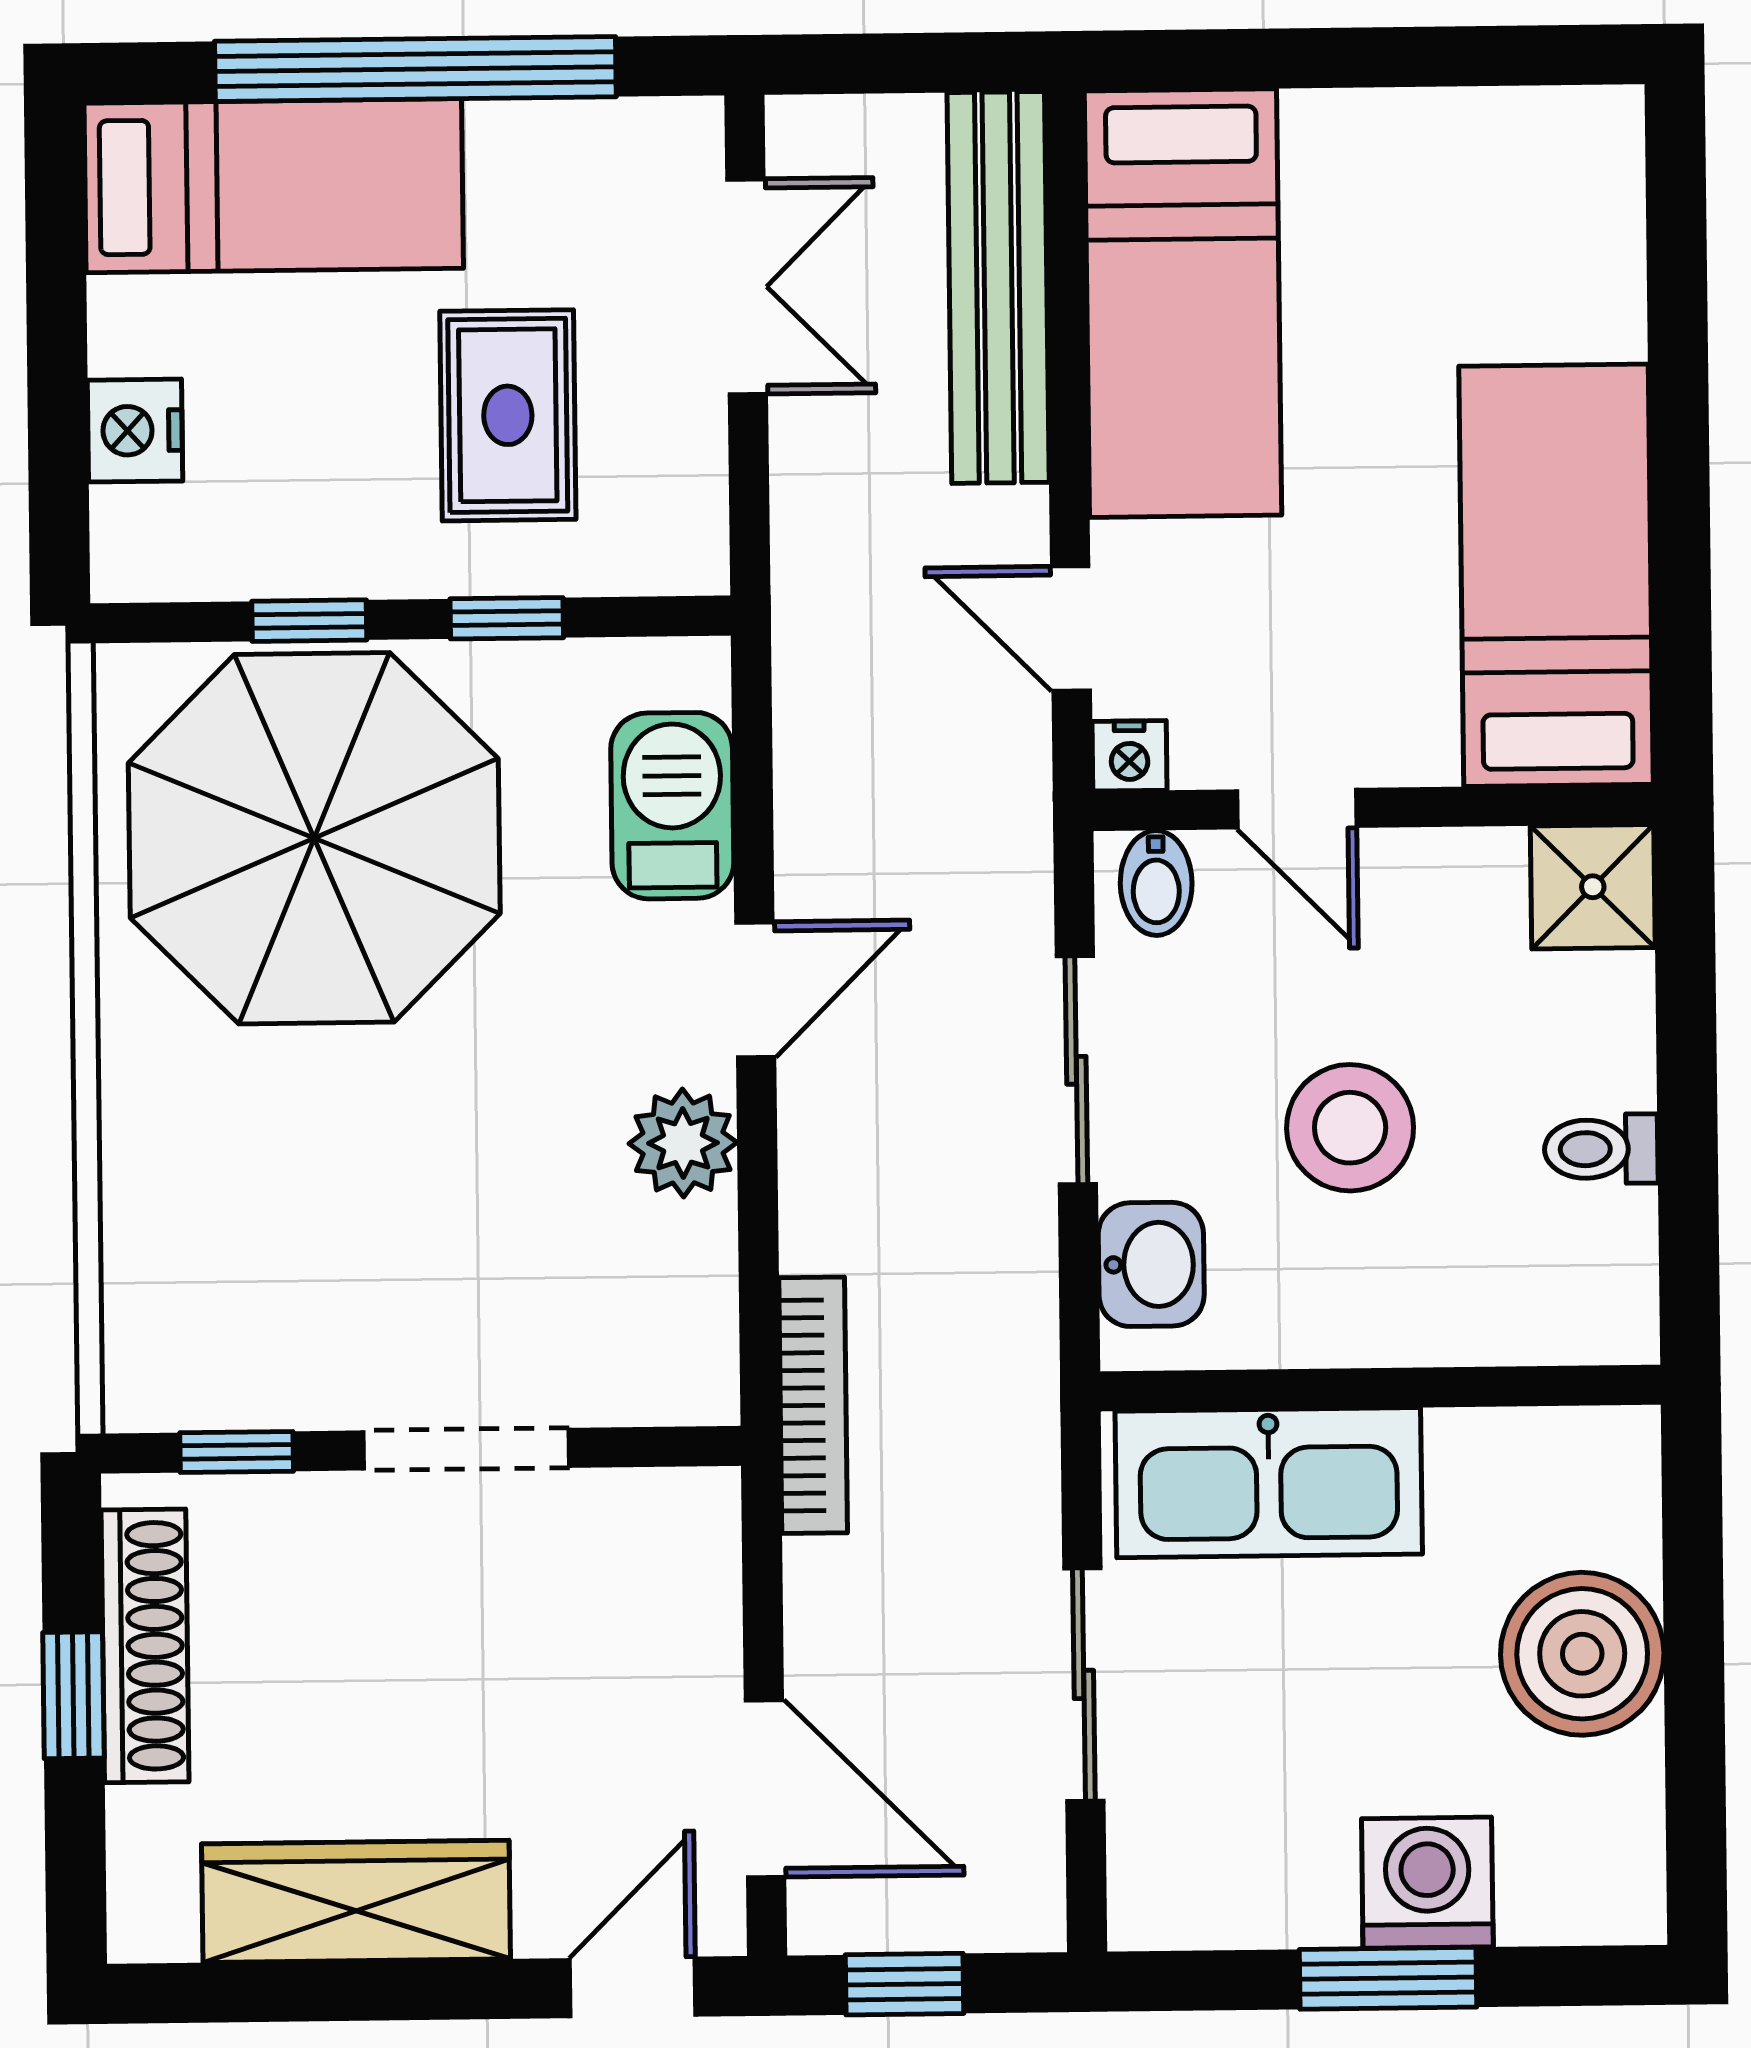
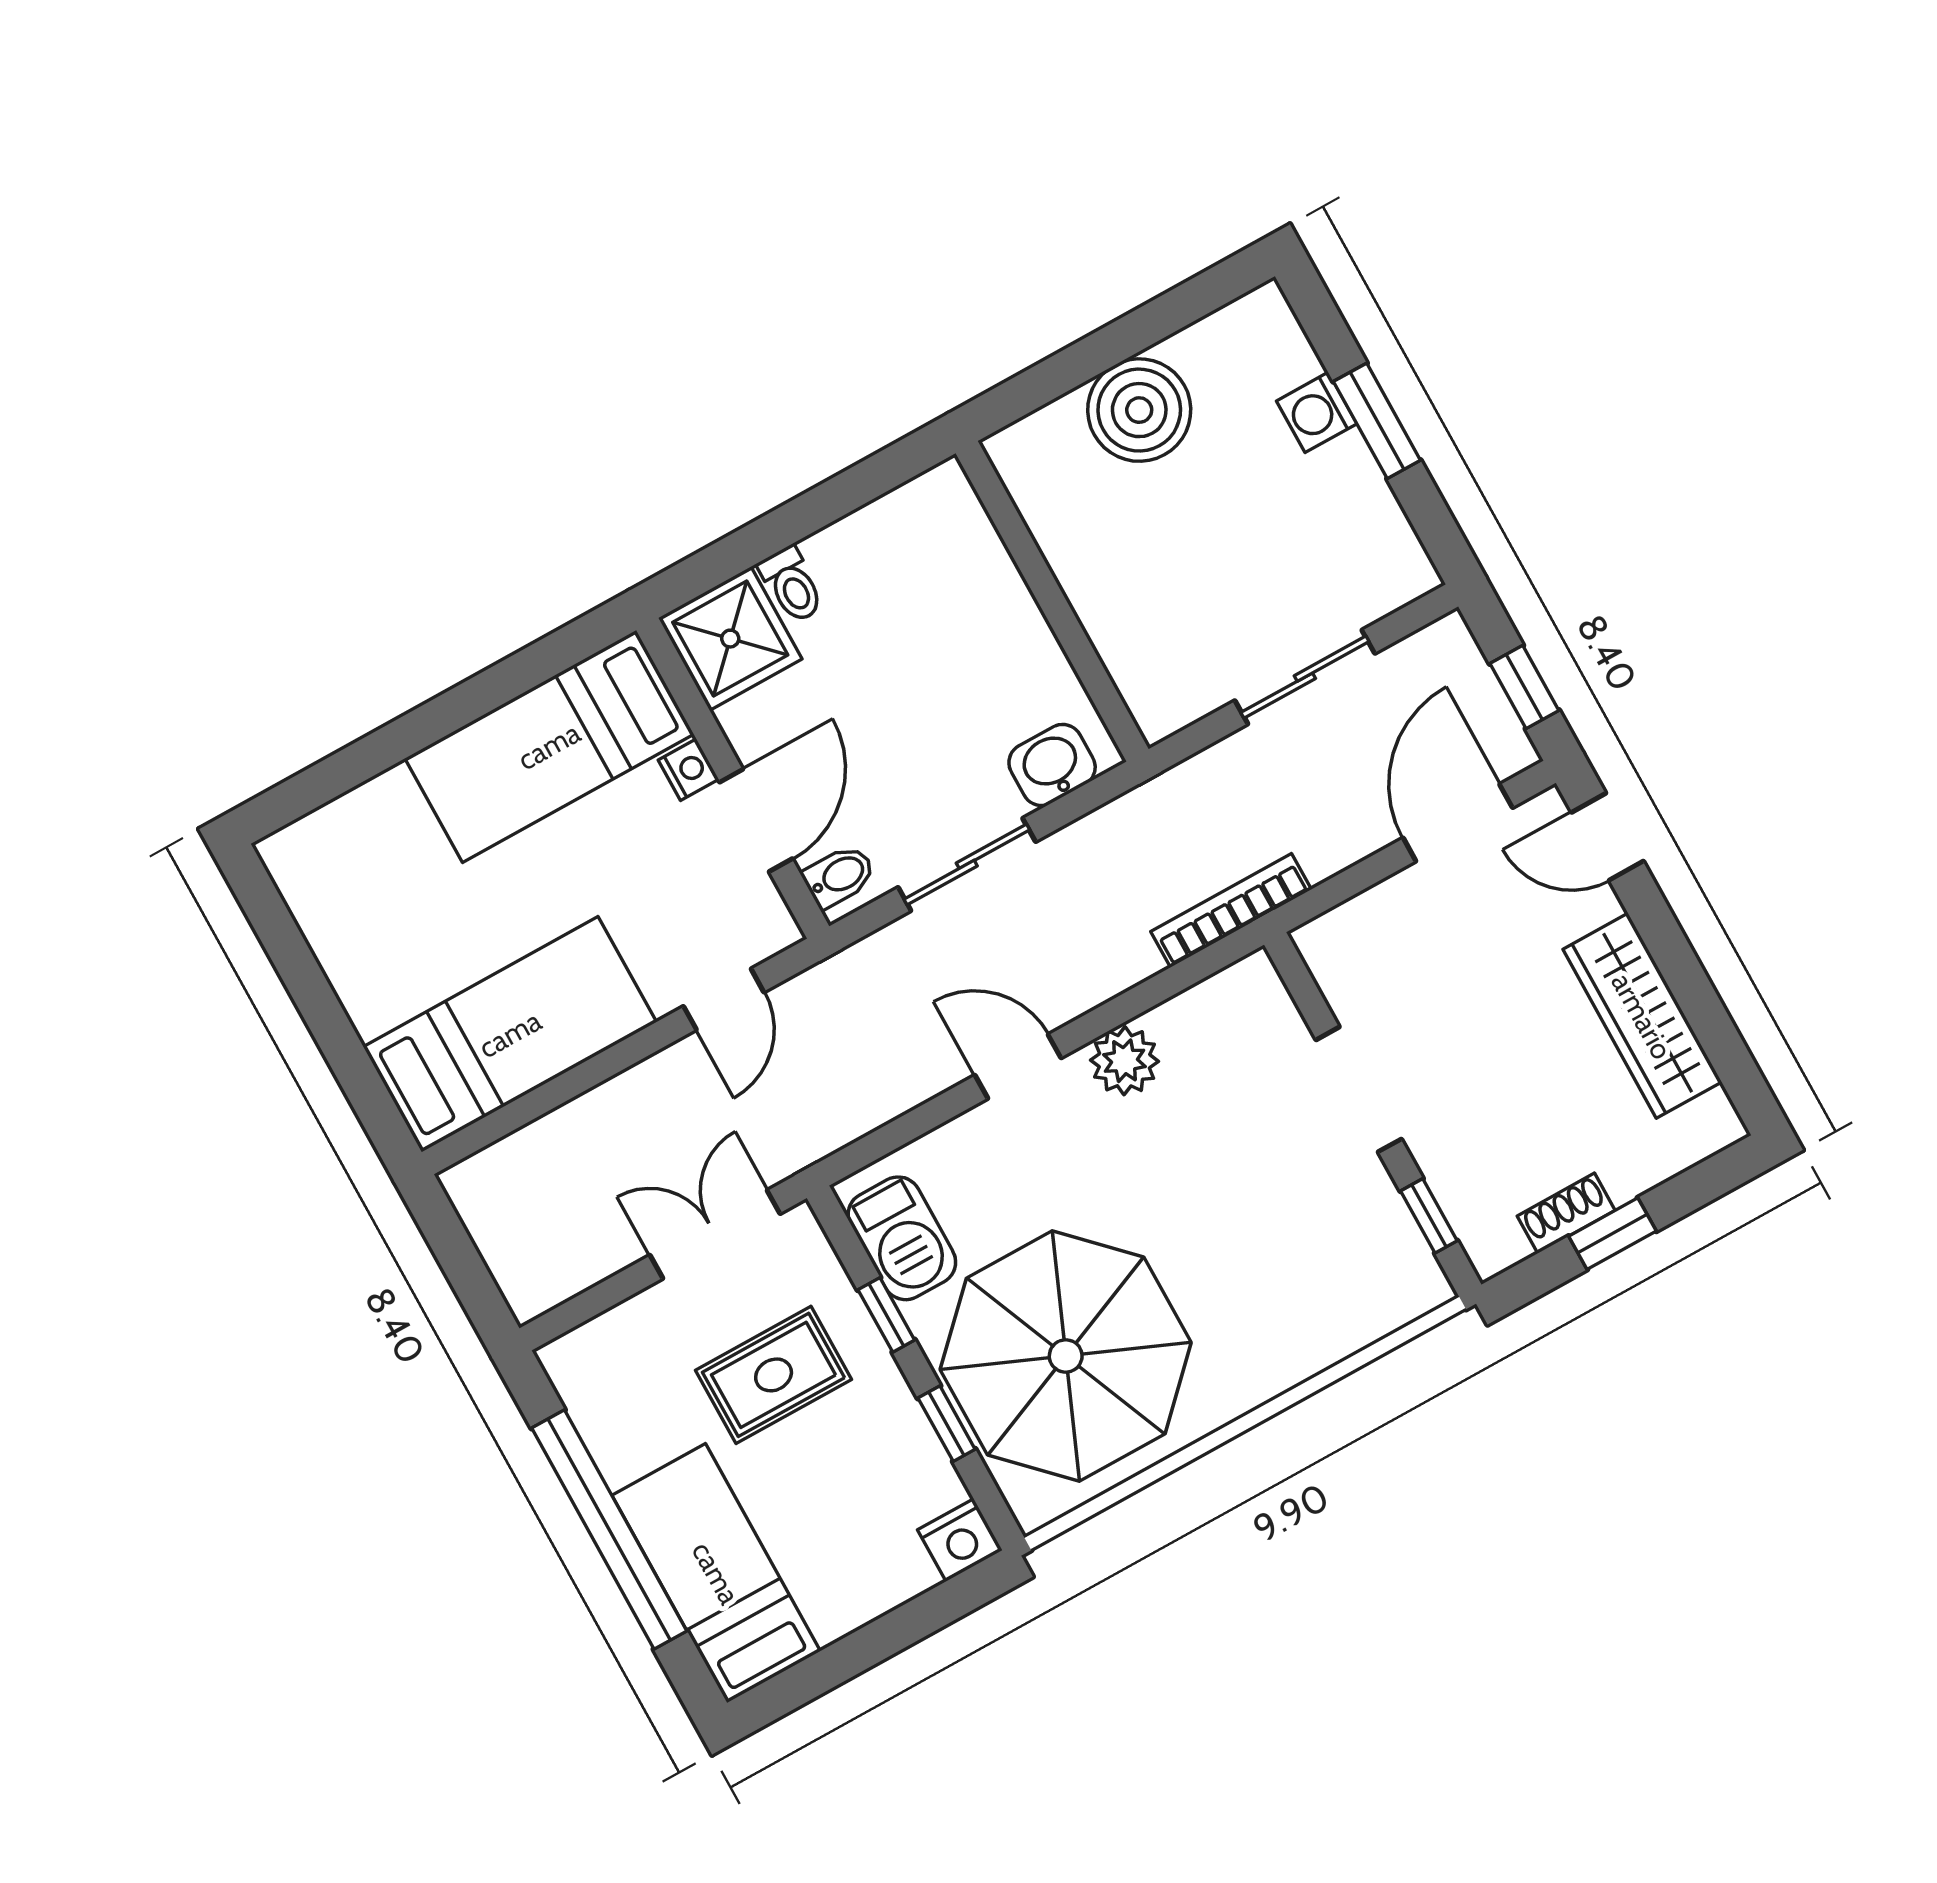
double door: (747, 287) -> (715, 1234), moved
bench: (998, 287) -> (556, 1141), removed
nightstand: (135, 431) -> (960, 1540), moved
nightstand: (1129, 756) -> (688, 770), moved
barbecue: (672, 806) -> (902, 1238), moved, turned -90
door: (1297, 809) -> (756, 820), width x1.38
shower: (1593, 887) -> (730, 639), width x1.36, depth x1.36
stool: (1350, 1128) -> (917, 696), removed
toilet: (1601, 1149) -> (792, 585), moved
kitchen sink: (1269, 1483) -> (1138, 635), removed
shoe rack: (145, 1646) -> (1566, 1213), width x0.51, depth x0.81
washing machine: (1427, 1883) -> (1317, 412), width x0.73, depth x0.73

